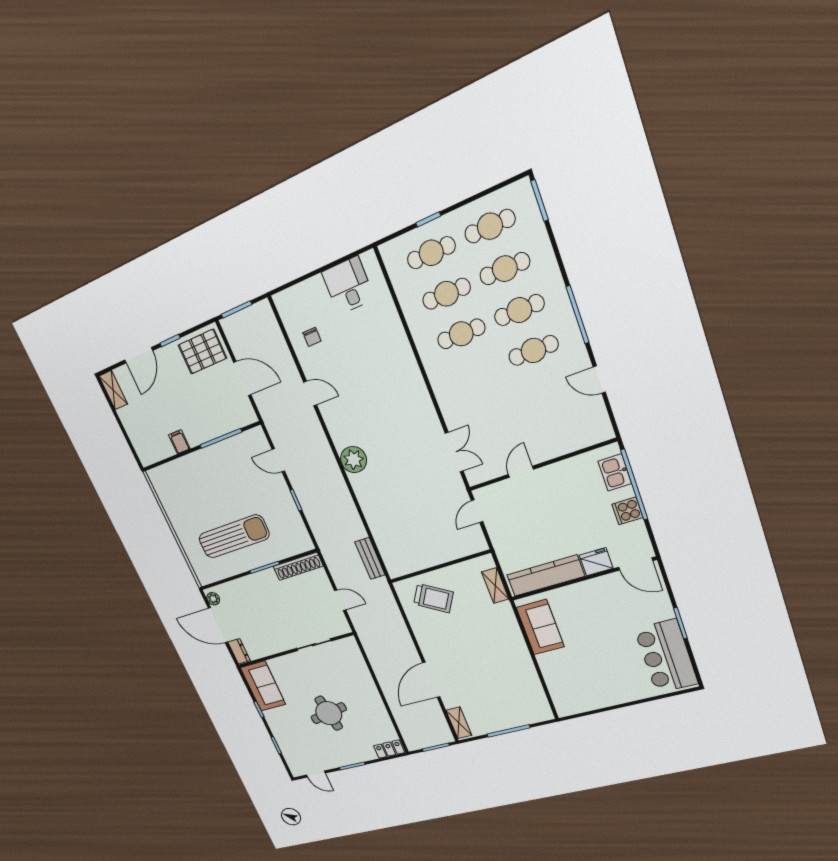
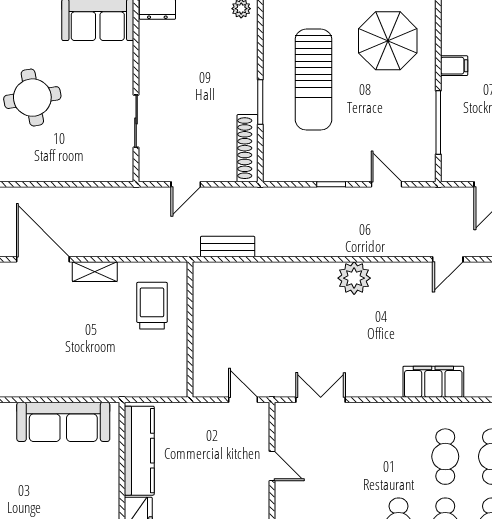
filing cabinet: (406, 368) -> (433, 382), added
double door: (454, 452) -> (321, 400), swing flipped
door: (278, 460) -> (386, 184), hinge flipped
parasol: (186, 495) -> (388, 41), added
shelving: (495, 586) -> (95, 272), moved
trolley: (433, 598) -> (152, 306), turned 148
sofa: (540, 627) -> (63, 422), width x1.36

